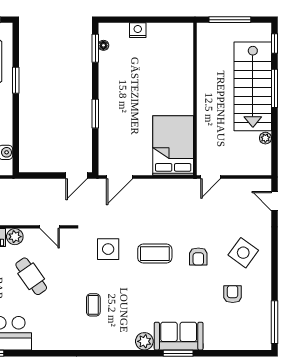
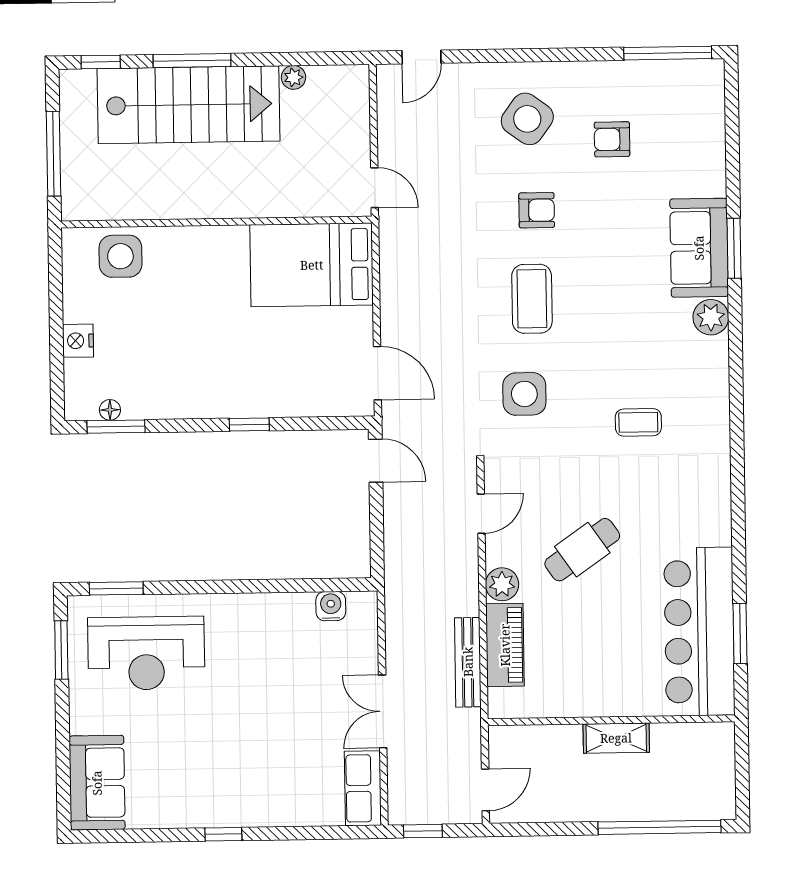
side table: (179, 52) -> (120, 256), added
window: (16, 80) -> (116, 588), moved
window: (95, 114) -> (249, 425), width x0.67

